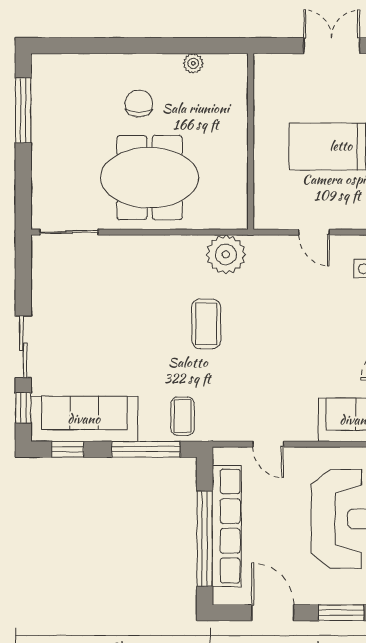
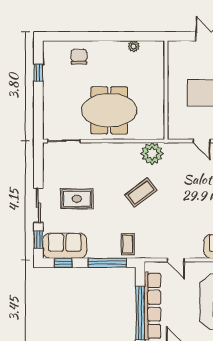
chair: (139, 104) -> (79, 57), moved
window: (23, 110) -> (38, 73), width x0.46
coffee table: (206, 324) -> (141, 192), turned 53
rug: (92, 335) -> (77, 199), added
sofa: (84, 419) -> (65, 246), width x0.73

